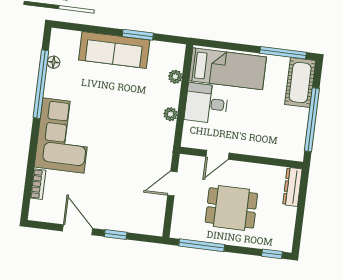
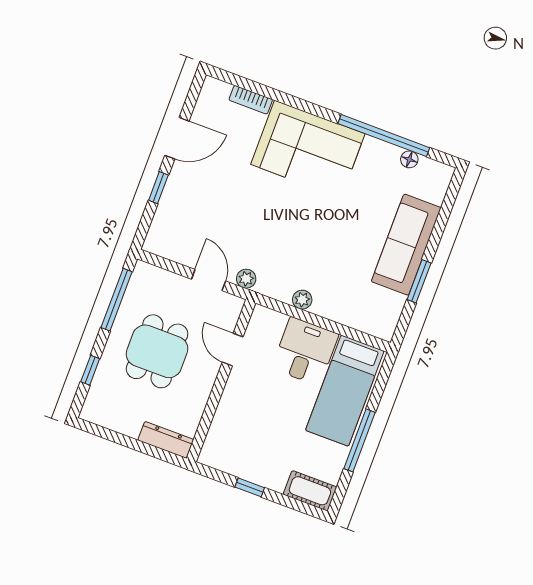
window: (283, 53) -> (360, 440), moved
plant: (175, 77) -> (246, 279), moved
cot: (300, 83) -> (310, 491), width x0.73, depth x0.75
window: (312, 120) -> (250, 487), width x0.32
window: (272, 254) -> (90, 370), moved

